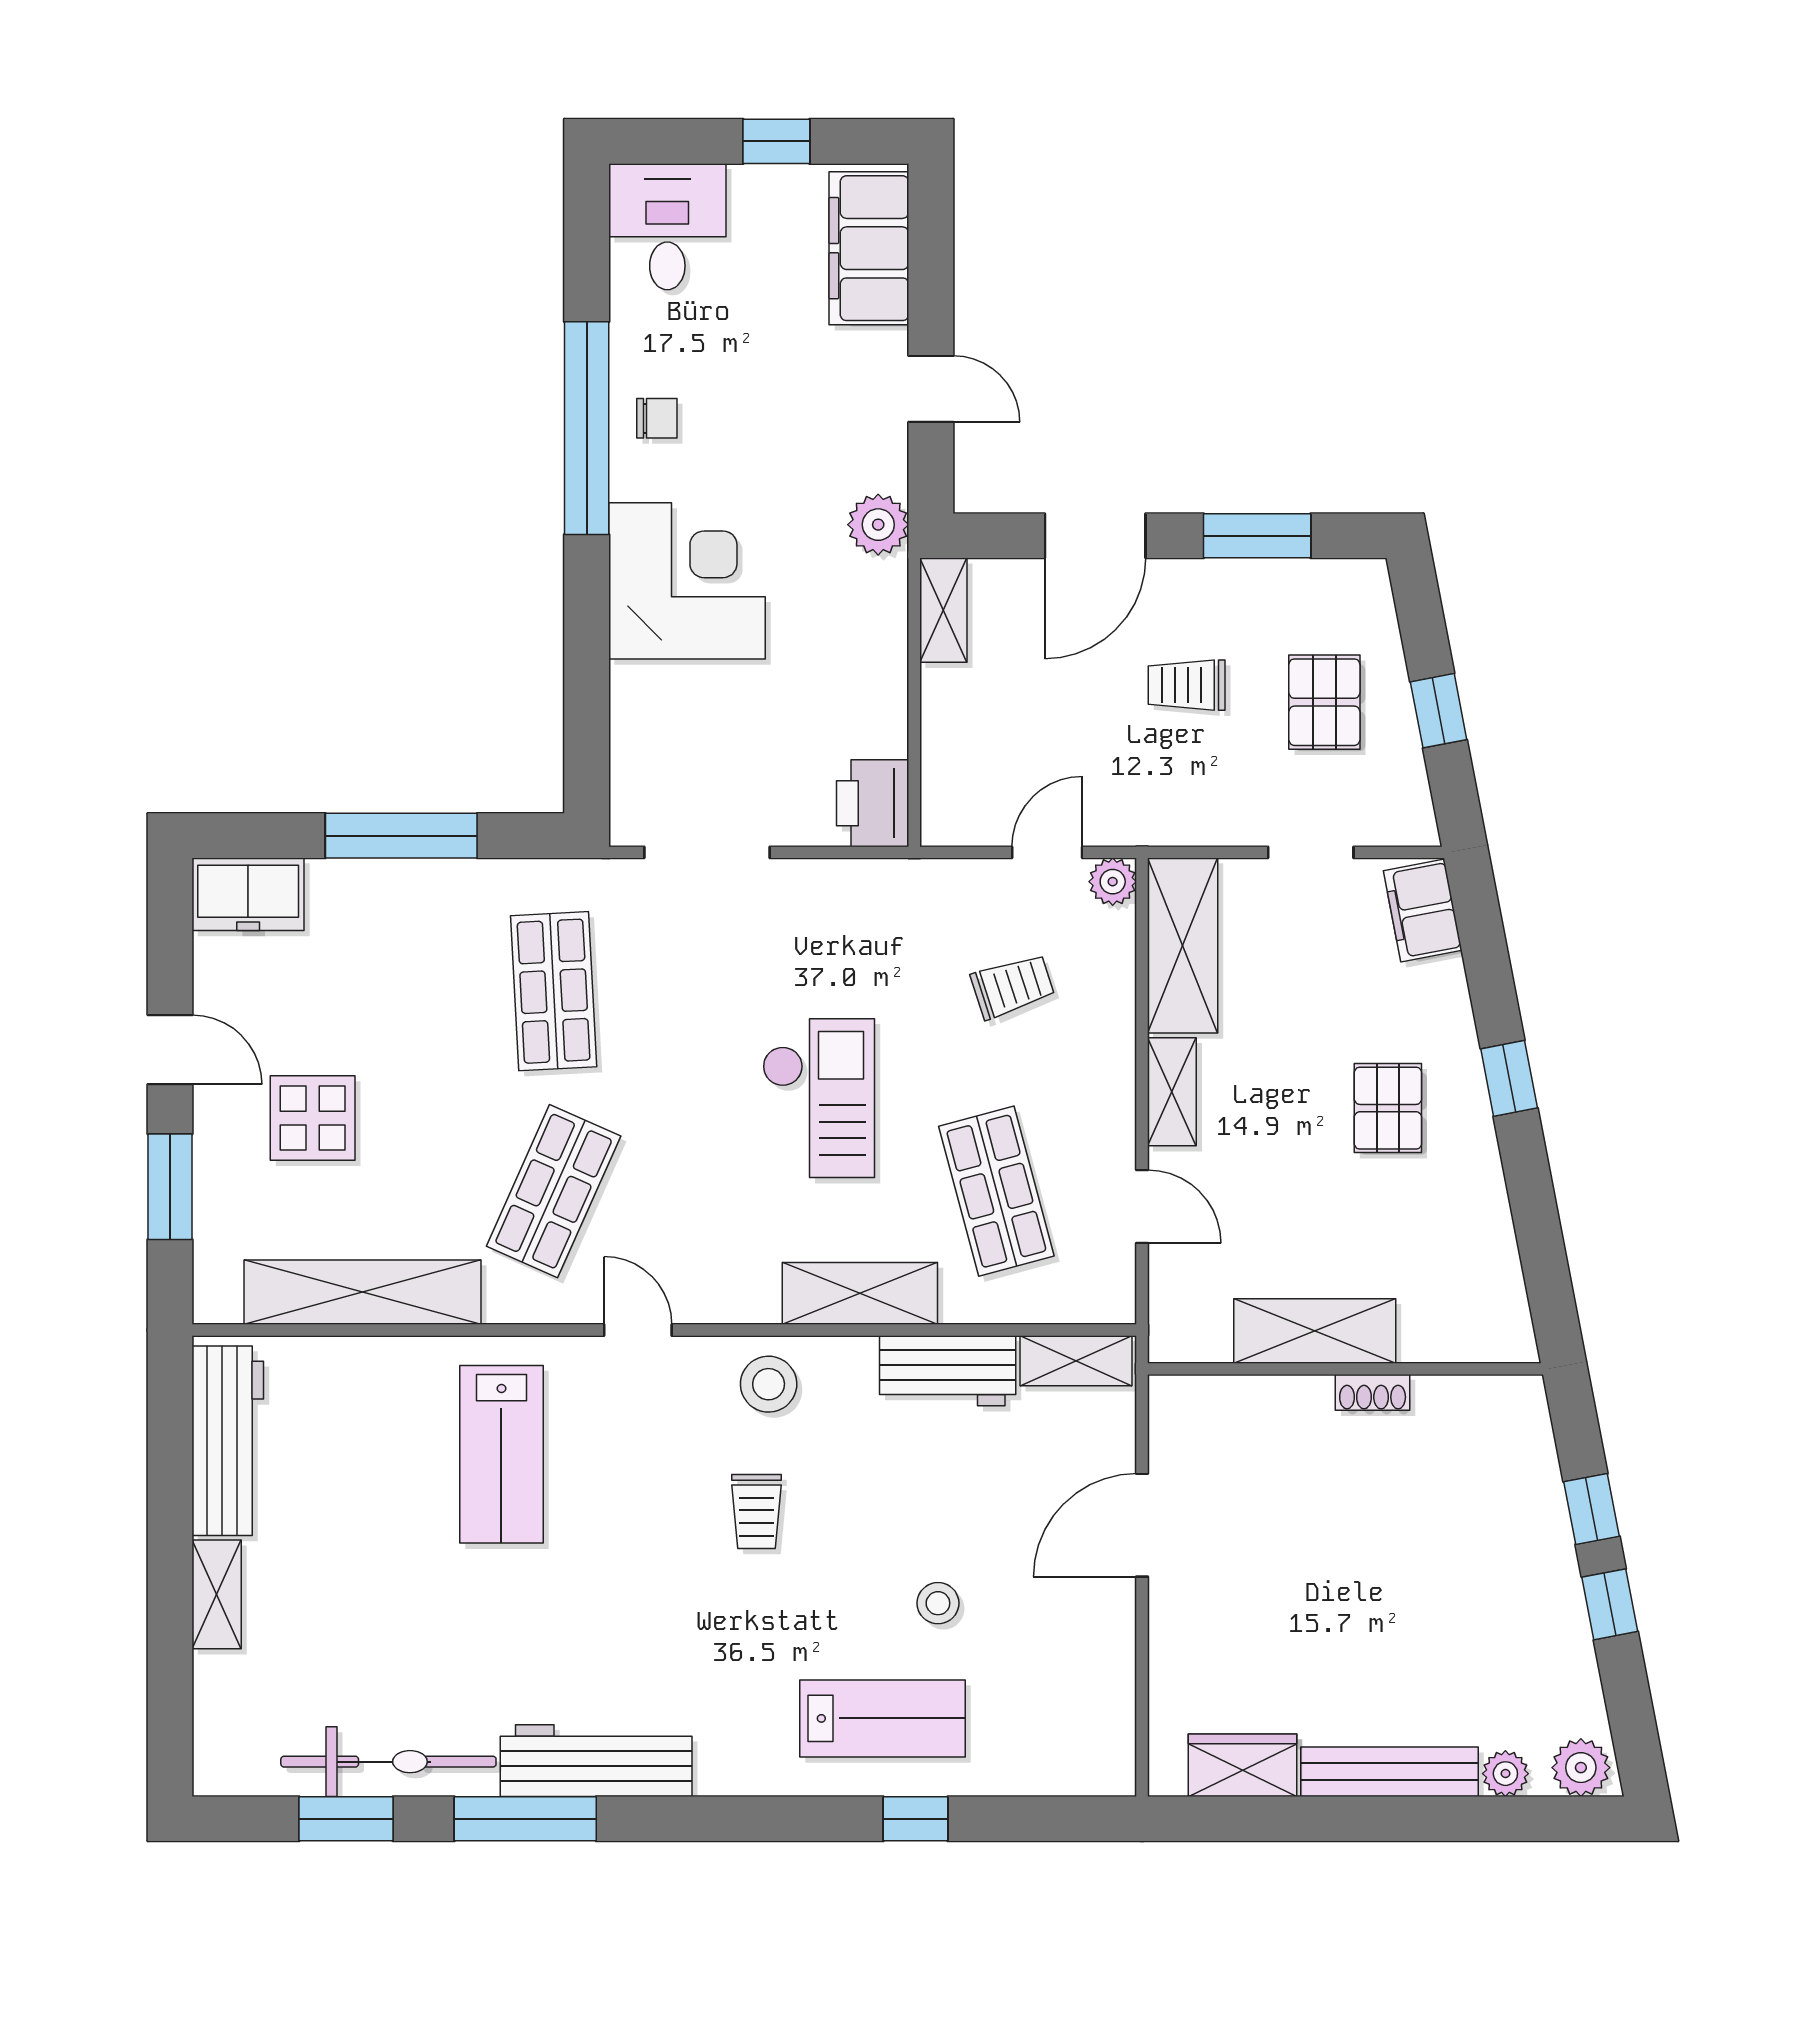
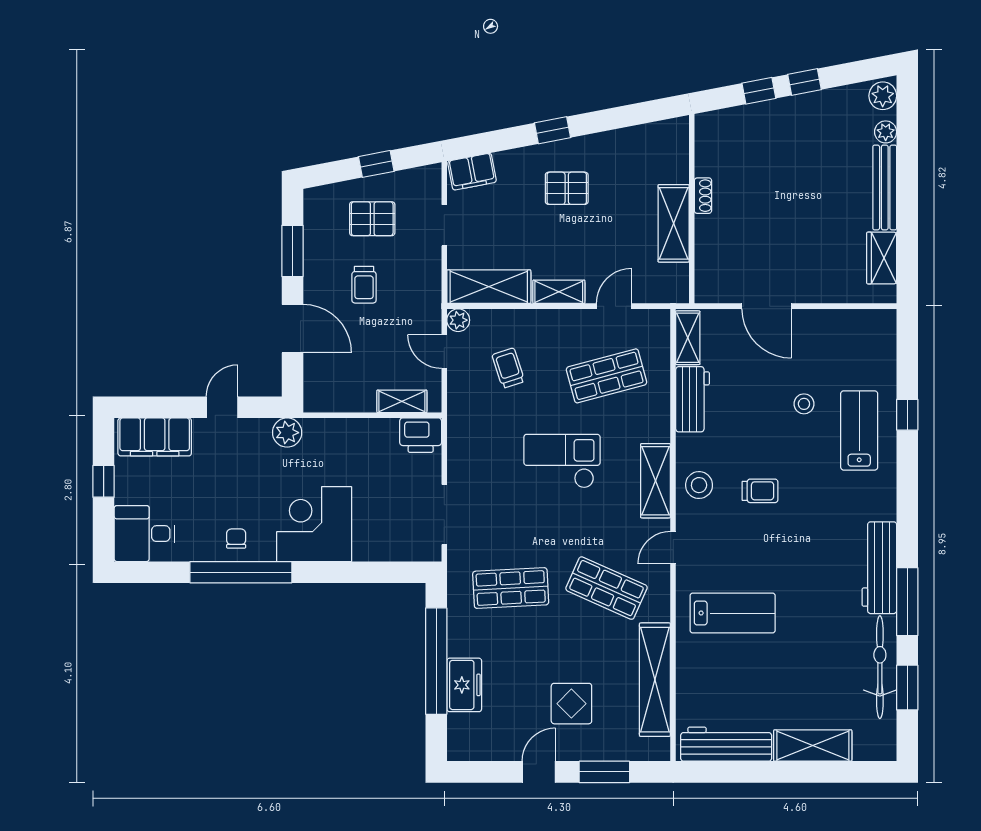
shelving: (943, 610) -> (402, 401), moved
window: (401, 836) -> (436, 661), width x1.46
freezer: (248, 894) -> (464, 685), moved
shelving: (860, 1293) -> (656, 481), moved
shelving: (217, 1594) -> (813, 746), width x1.50, depth x1.33

